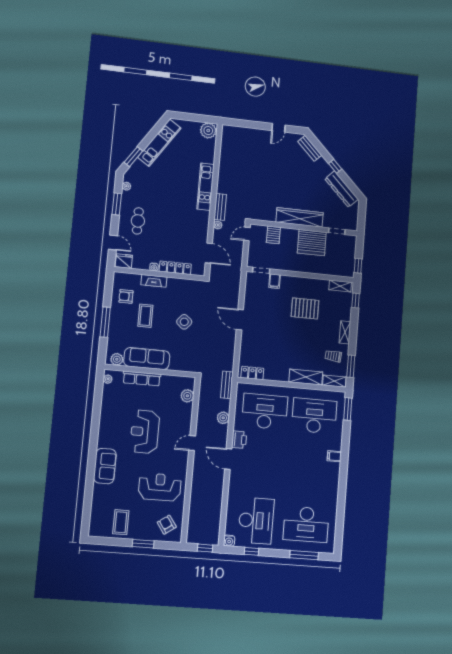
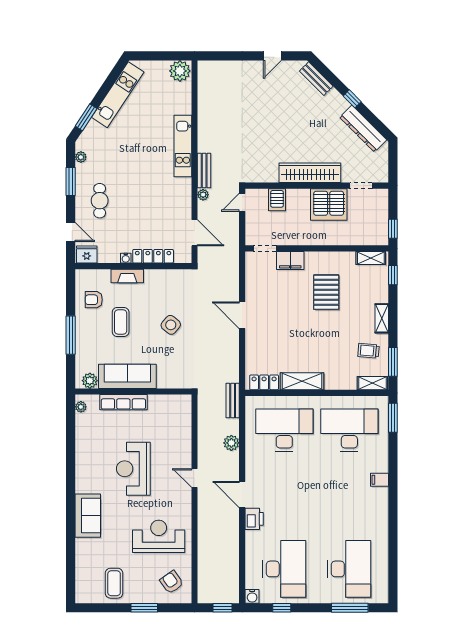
filing cabinet: (275, 281) -> (290, 260), width x2.00
pallet: (305, 308) -> (326, 292), turned 90
shelving: (306, 377) -> (302, 381), moved
plant: (187, 396) -> (183, 419), removed
printer: (239, 440) -> (254, 519), moved
door: (192, 443) -> (195, 478), hinge flipped
desk: (306, 524) -> (349, 569), turned -90

